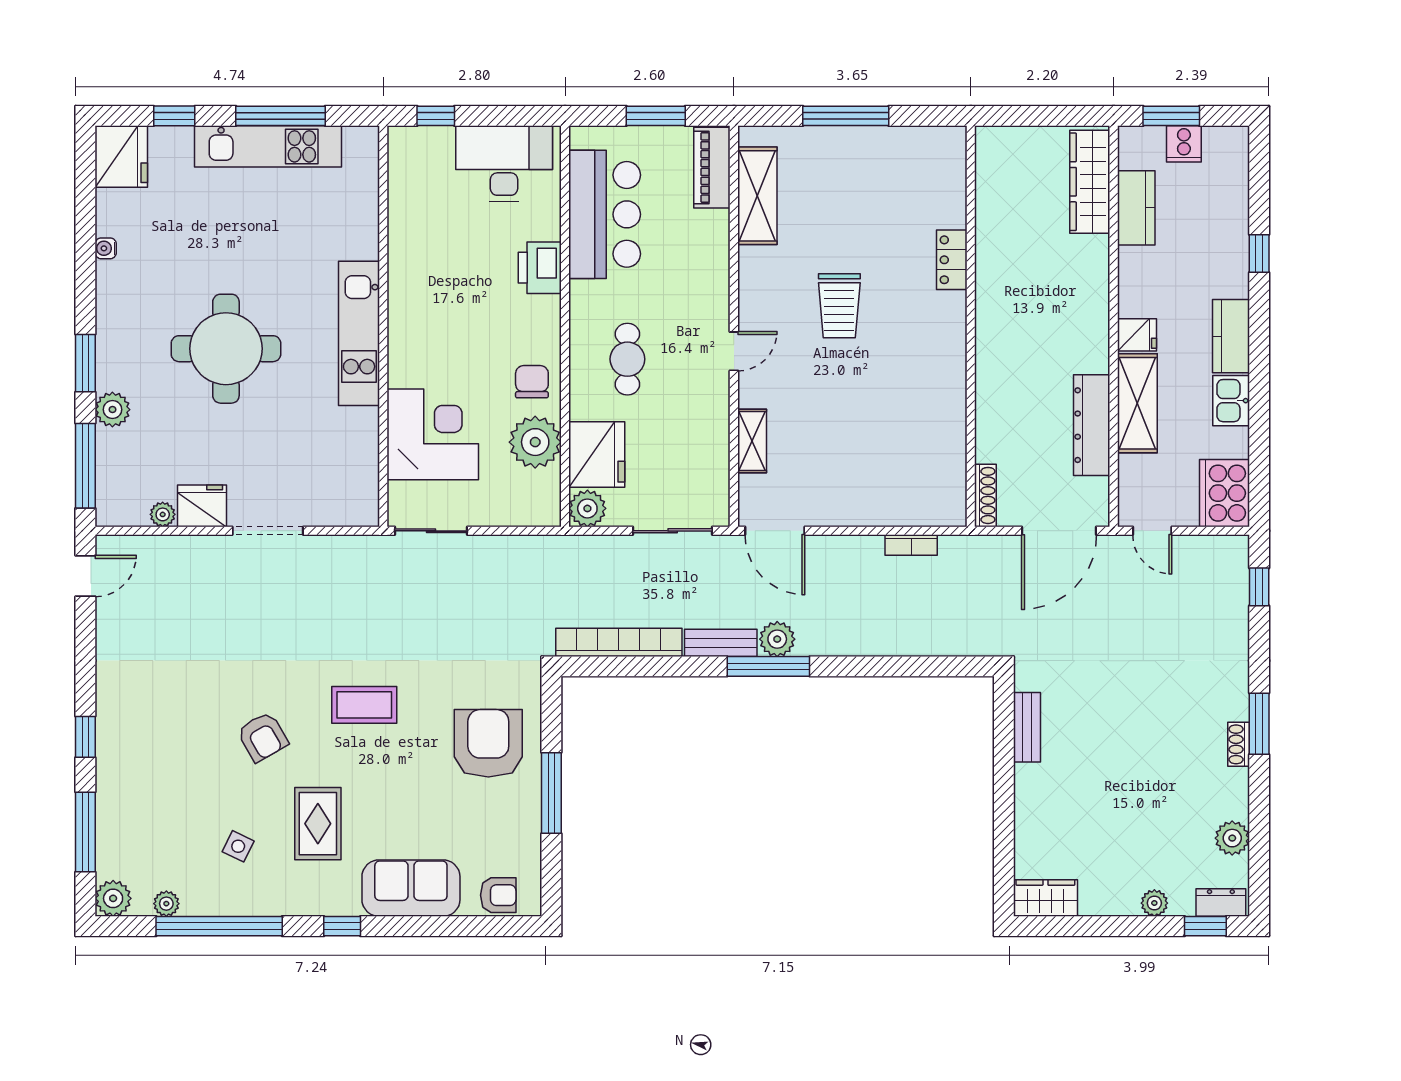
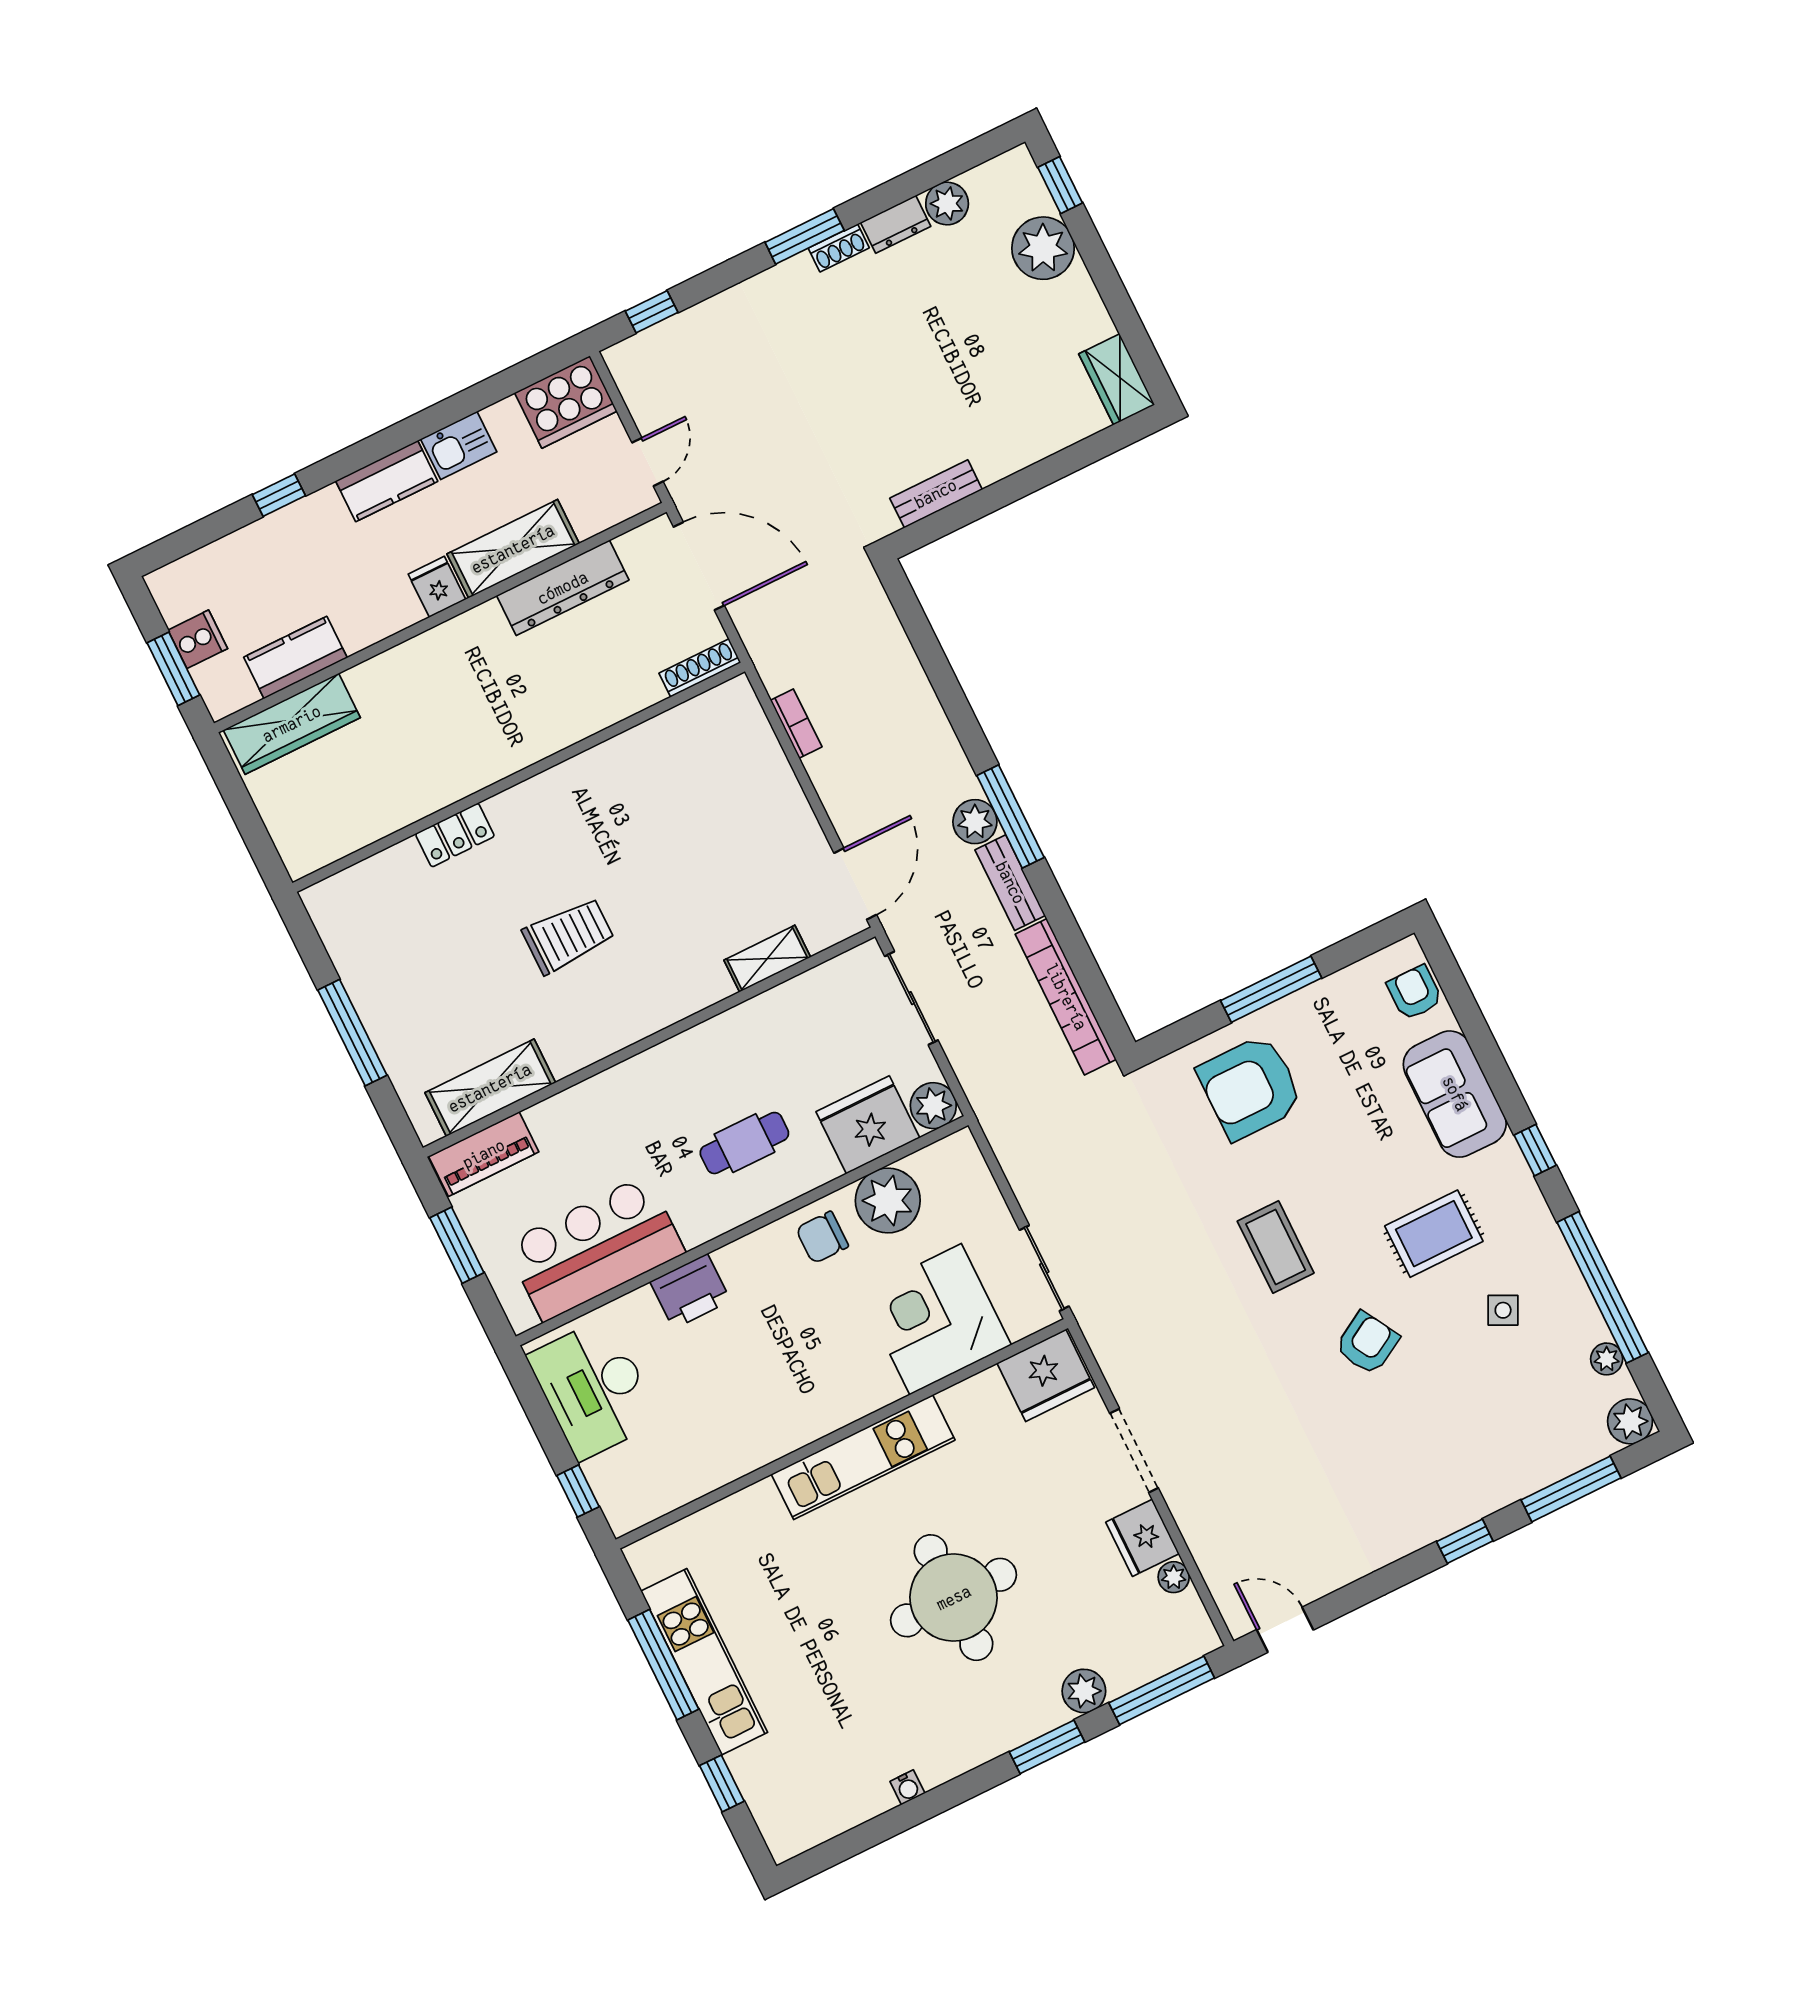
fridge: (121, 157) -> (1046, 1375), moved, turned 180
door: (734, 351) -> (677, 1028), removed
dresser: (1221, 902) -> (896, 224), moved, turned -90
plant: (1154, 903) -> (1043, 248), width x1.88, depth x1.88

